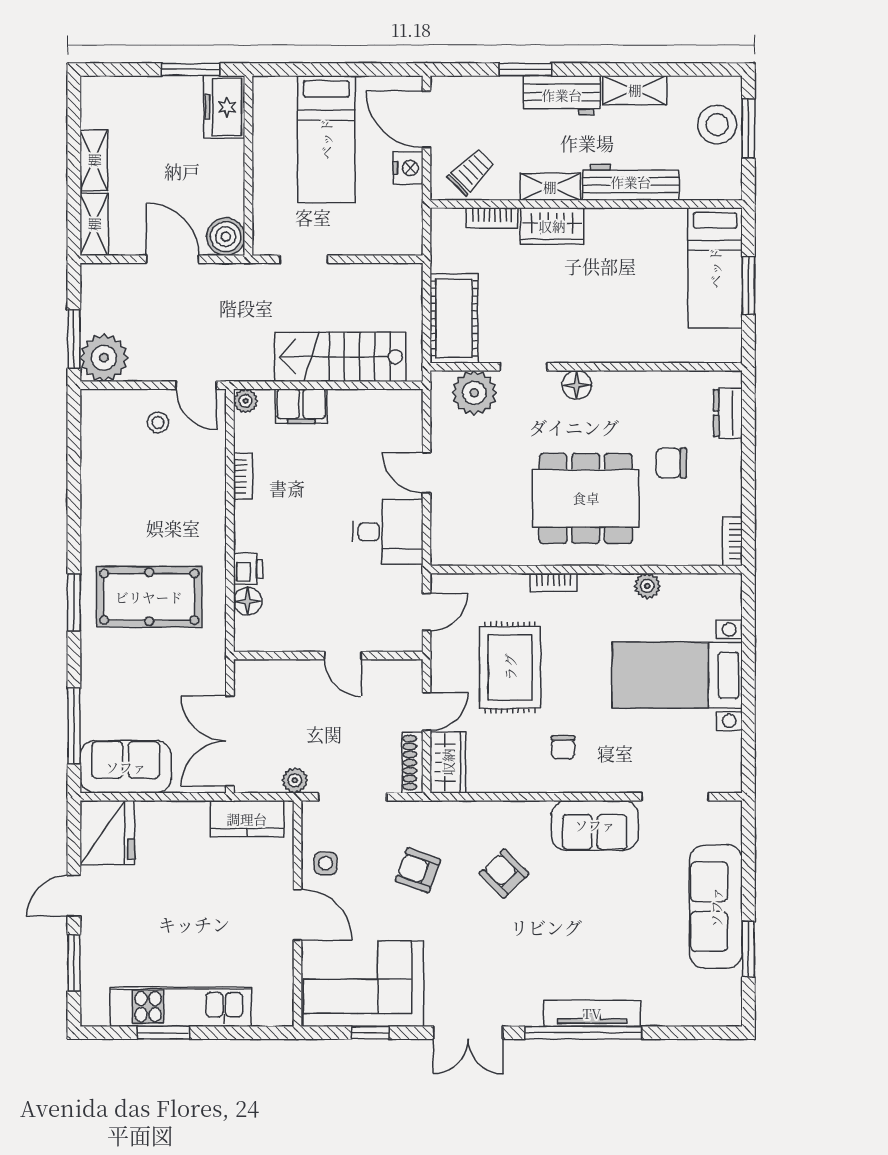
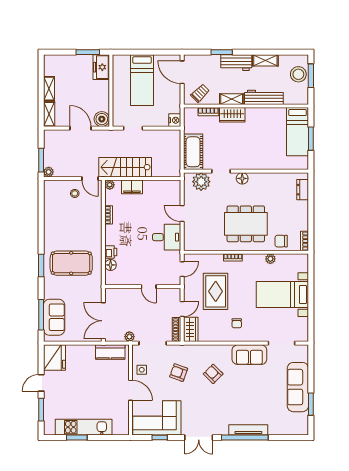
nightstand: (408, 168) -> (175, 120), moved
stairs: (340, 357) -> (125, 167), moved
plant: (104, 358) -> (49, 172), width x0.53, depth x0.53
chair: (671, 463) -> (281, 241), moved
sofa: (126, 767) -> (54, 317), moved, turned 90

